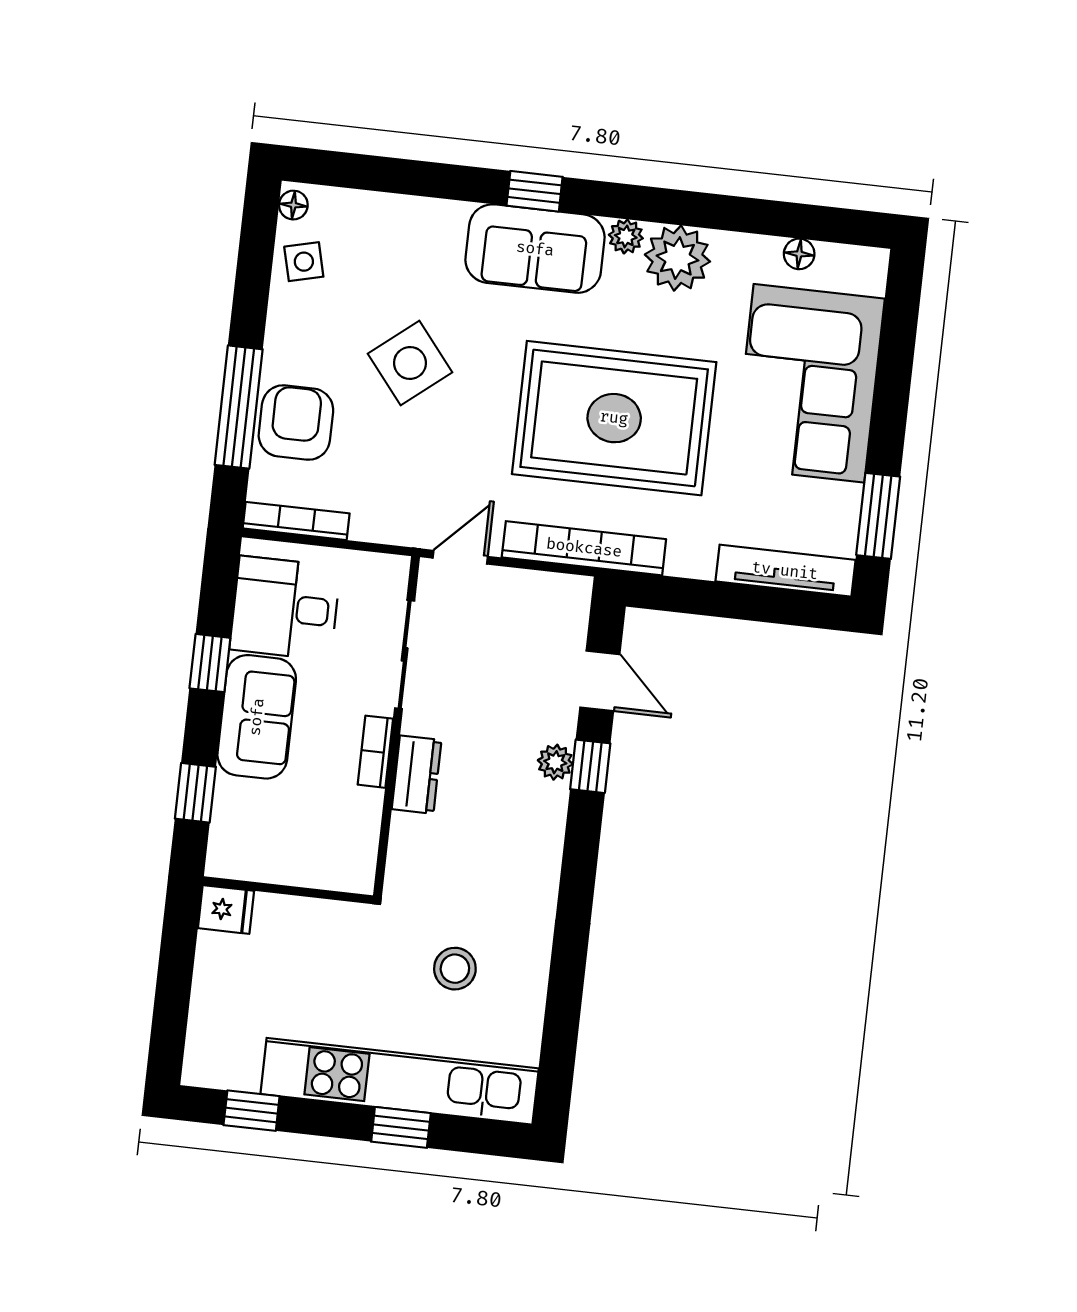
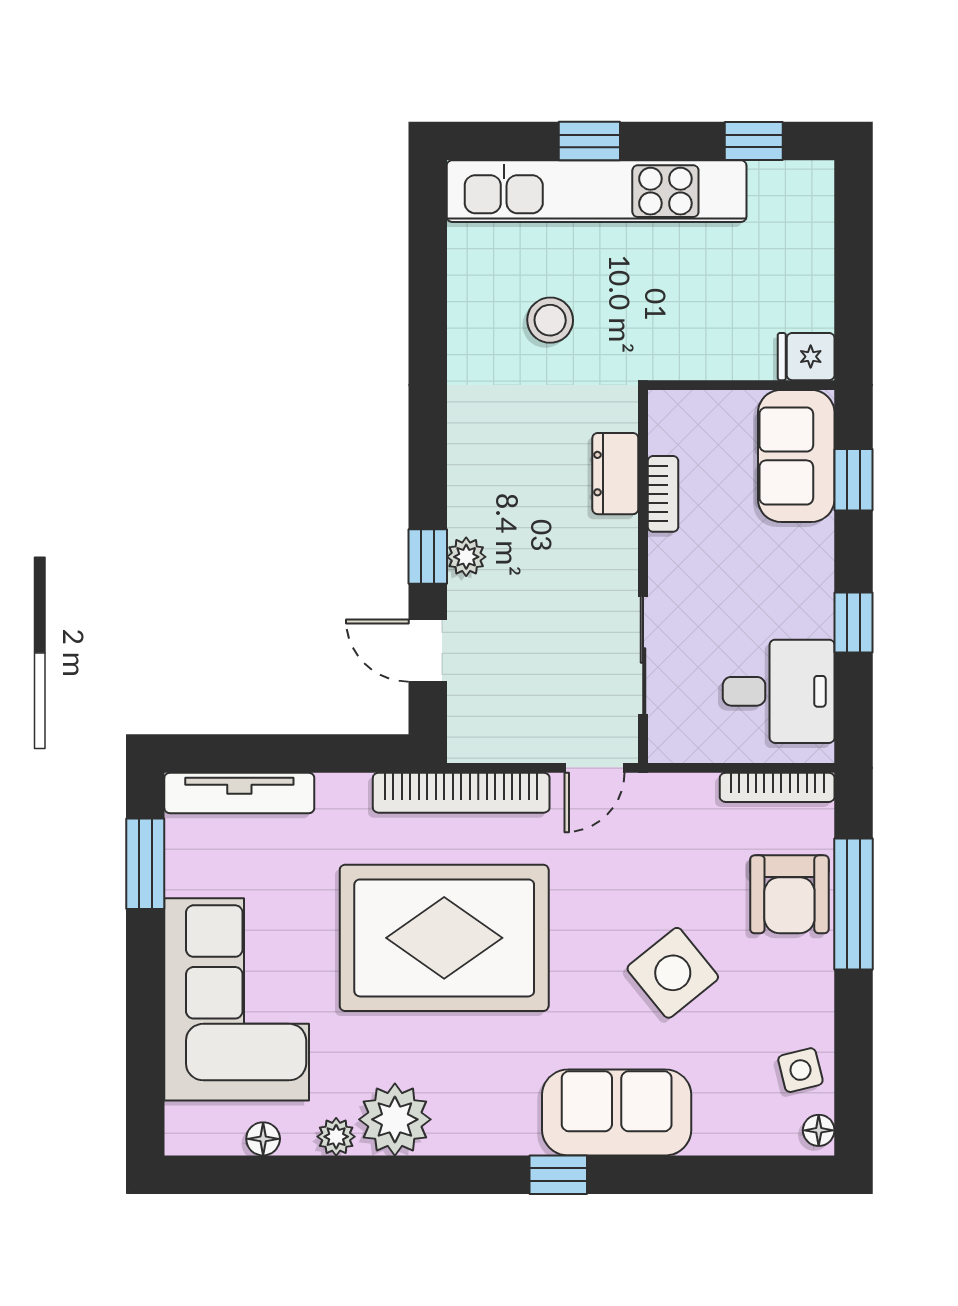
plant: (626, 236) -> (336, 1137), moved
sofa: (535, 249) -> (617, 1112), moved
sofa: (257, 717) -> (796, 456), moved
bookcase: (375, 752) -> (663, 494), moved
dresser: (417, 775) -> (615, 474), moved

